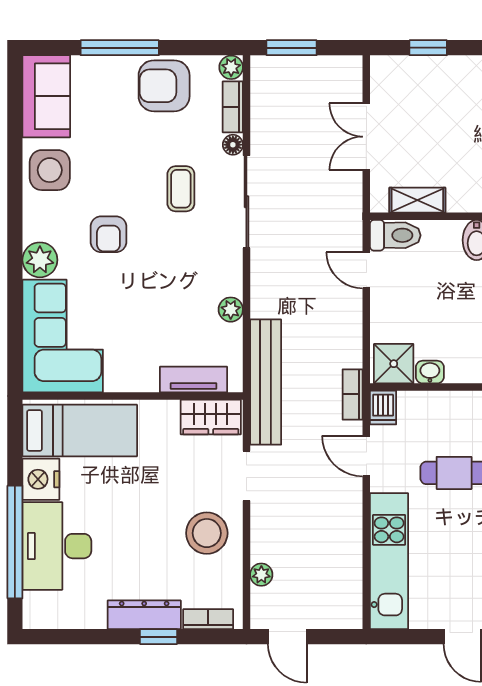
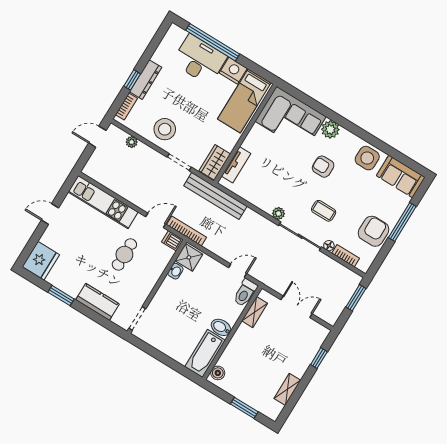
plant: (231, 67) -> (364, 266), removed
plant: (231, 310) -> (278, 213), moved
bookcase: (353, 394) -> (186, 231), width x1.56

